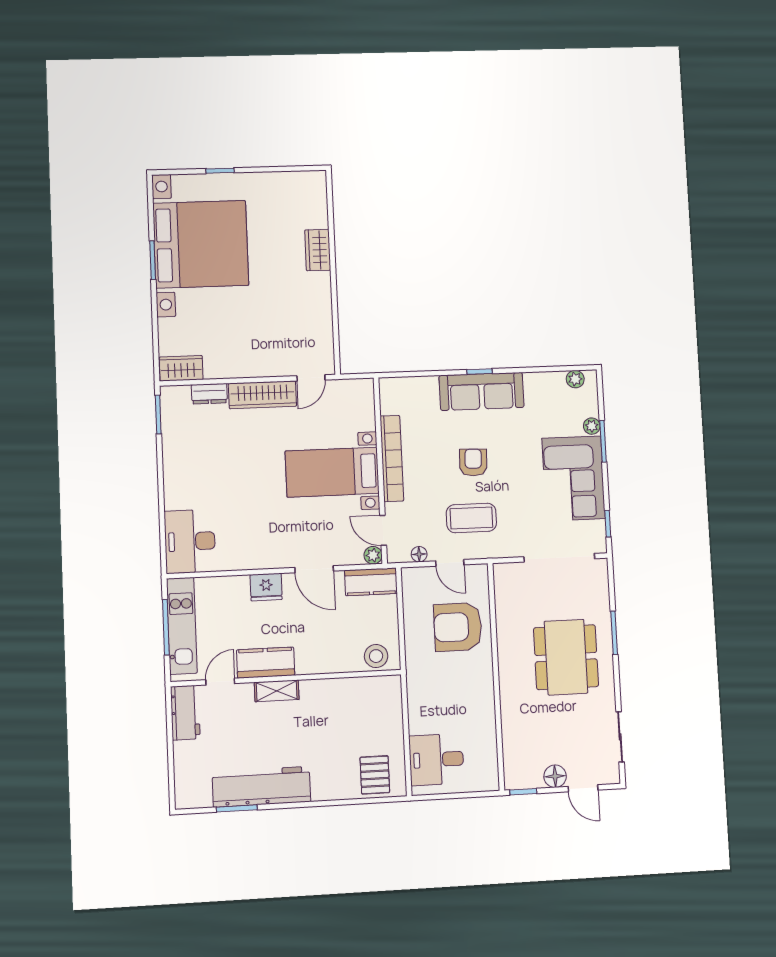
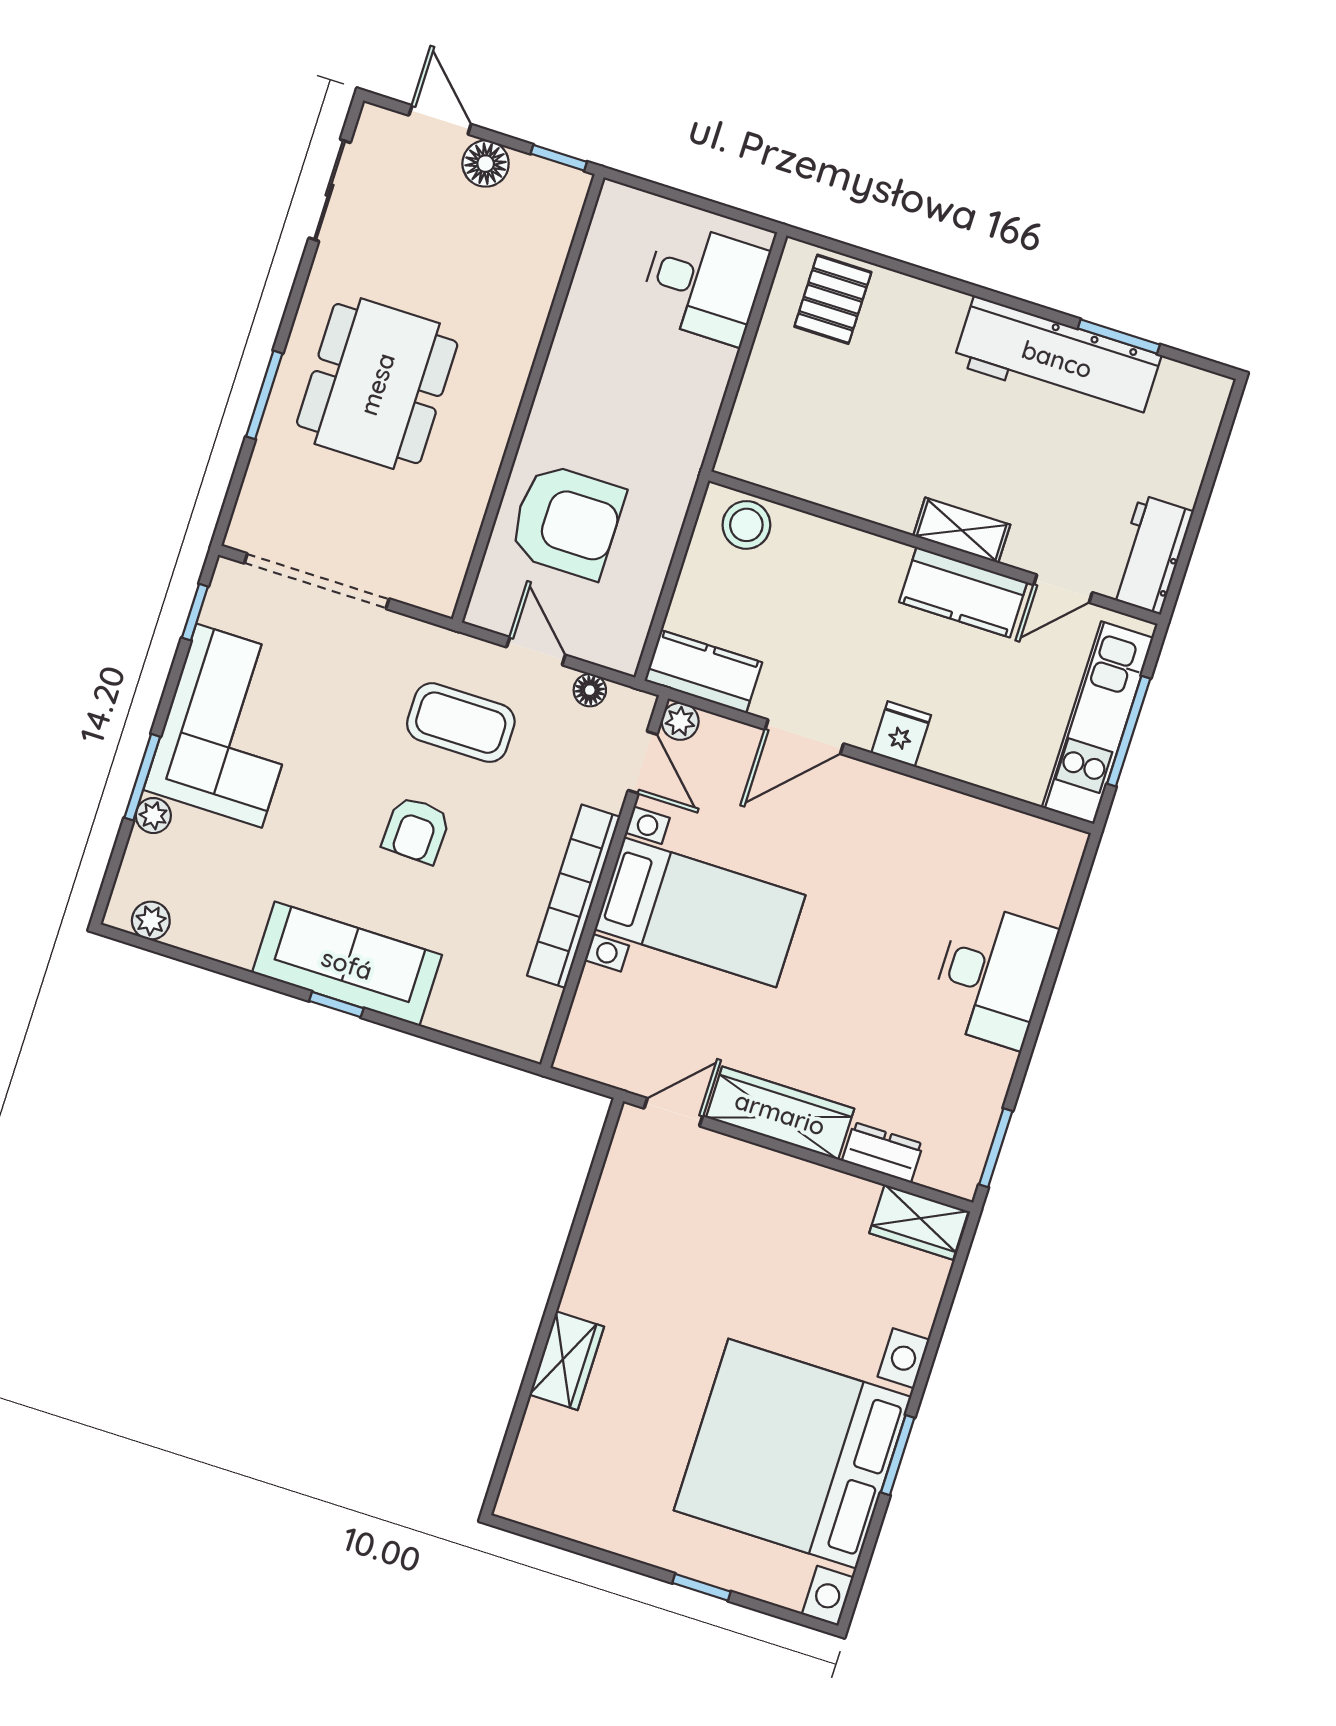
desk: (190, 541) -> (993, 975), moved
door: (314, 569) -> (804, 737), swing flipped
fridge: (266, 587) -> (901, 734), width x0.72

